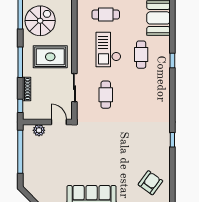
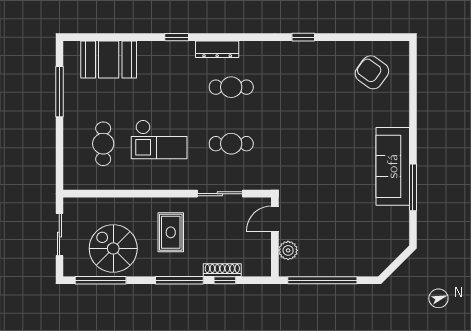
cafe table: (141, 55) -> (231, 87), moved
rug: (50, 57) -> (171, 232), width x0.73, depth x0.70
dresser: (165, 86) -> (217, 49), added
window: (20, 106) -> (225, 280), moved

